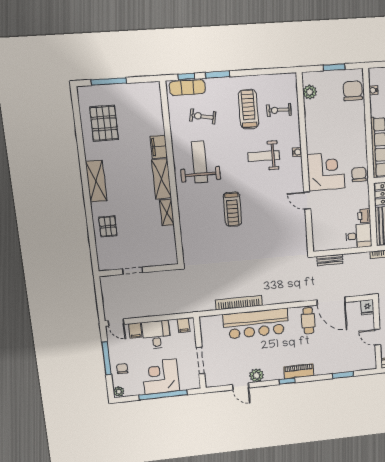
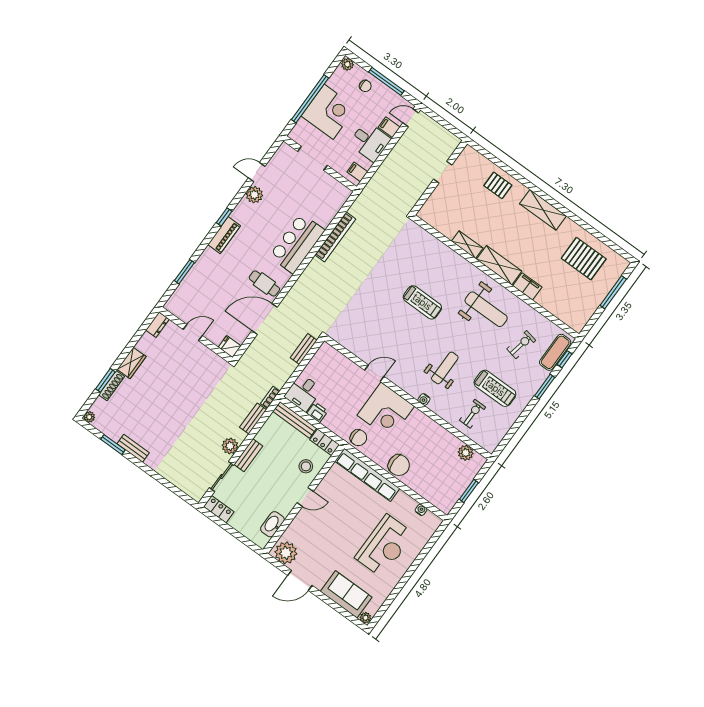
chair: (353, 91) -> (399, 465), moved
treadmill: (232, 209) -> (422, 302), turned 180
bar counter: (256, 324) -> (297, 243), width x0.73

